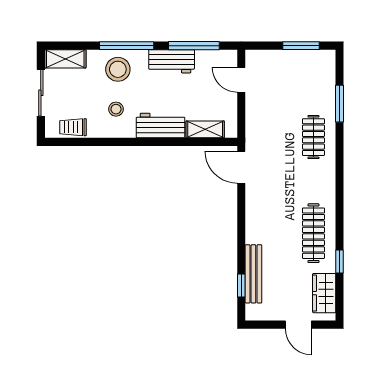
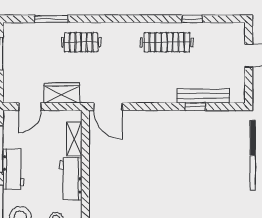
door: (241, 167) -> (108, 107), hinge flipped
window: (241, 285) -> (195, 107), moved
wardrobe: (324, 293) -> (62, 93), moved, turned 180

